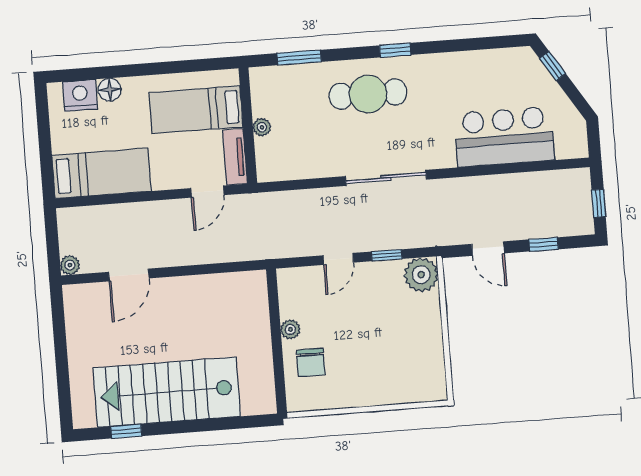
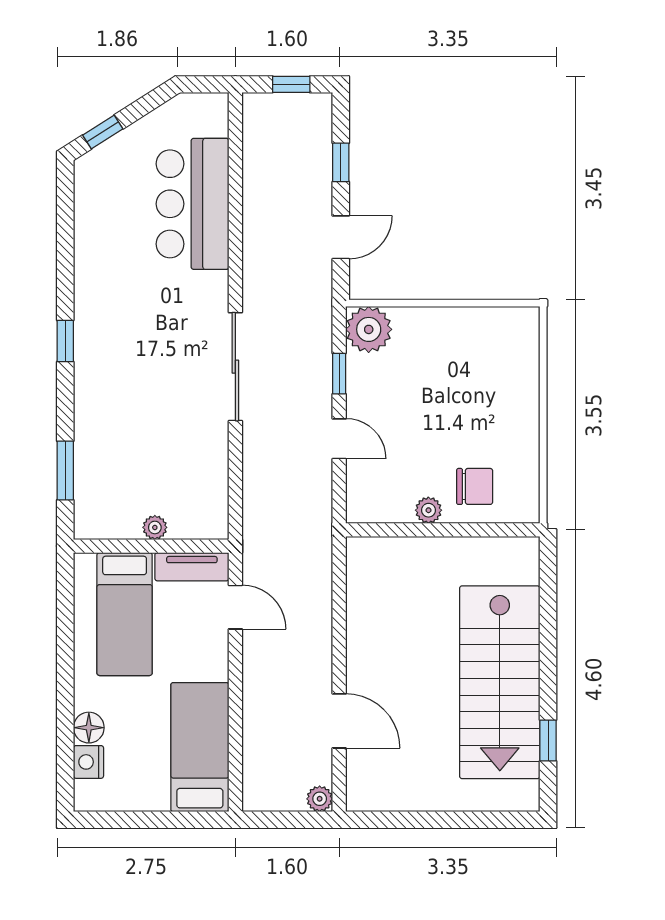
cafe table: (368, 94) -> (121, 382), removed
nightstand: (80, 95) -> (88, 762), width x0.74, depth x0.75

